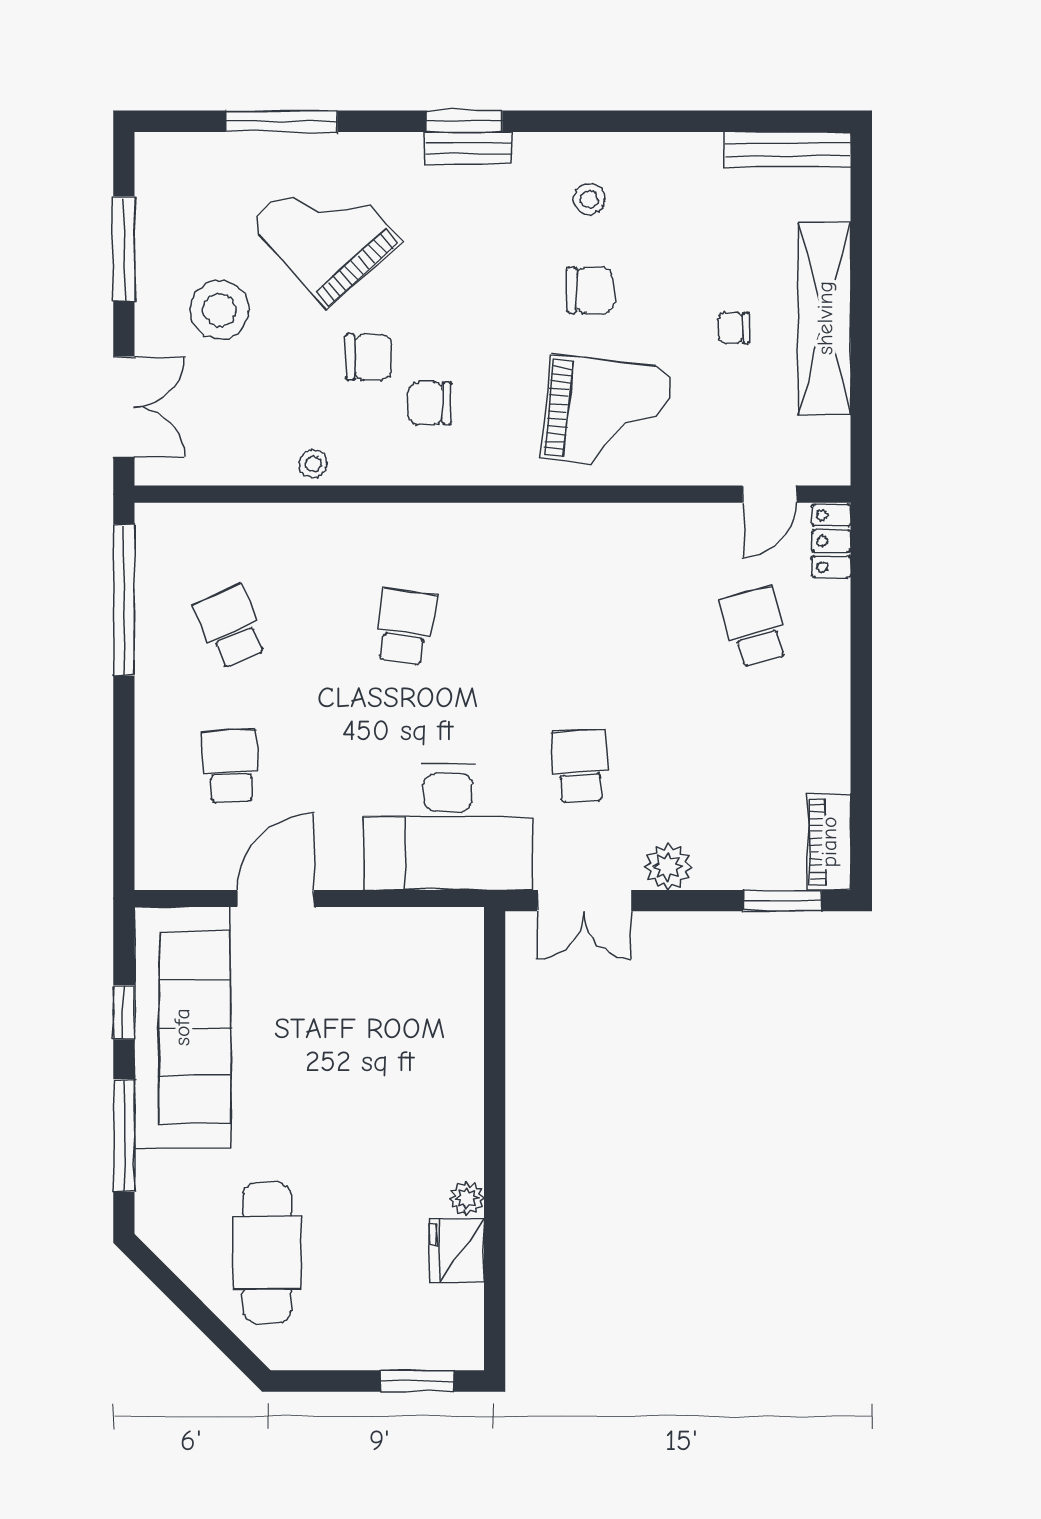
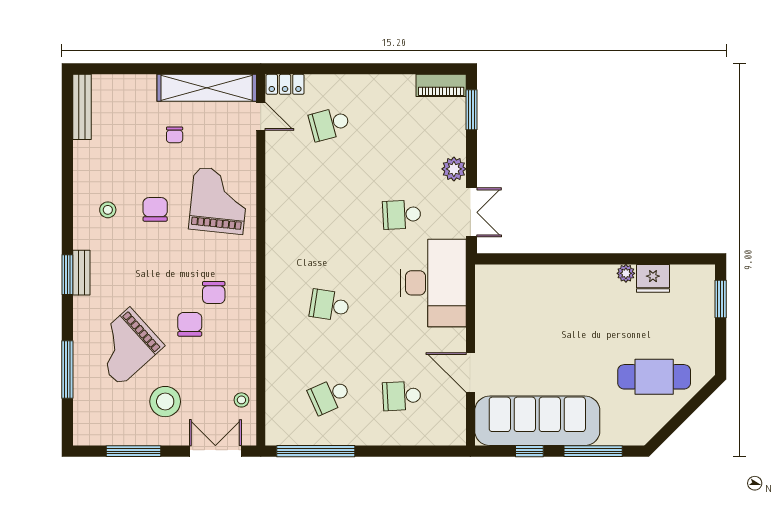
shelving: (825, 318) -> (207, 88), moved
stool: (313, 464) -> (241, 400), moved

